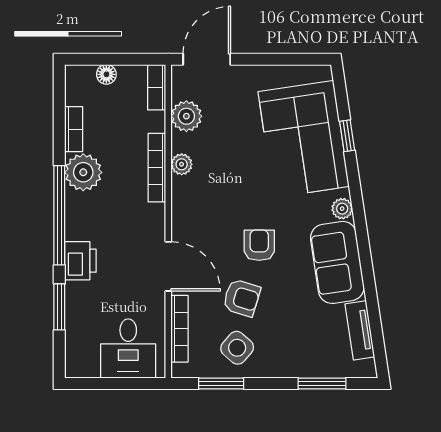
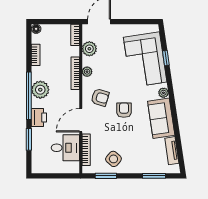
floor lamp: (106, 74) -> (36, 29), moved
plant: (83, 172) -> (40, 90), moved
door: (168, 266) -> (81, 120), swing flipped
armchair: (242, 298) -> (100, 97), moved
desk: (128, 349) -> (65, 148), moved, turned -90

